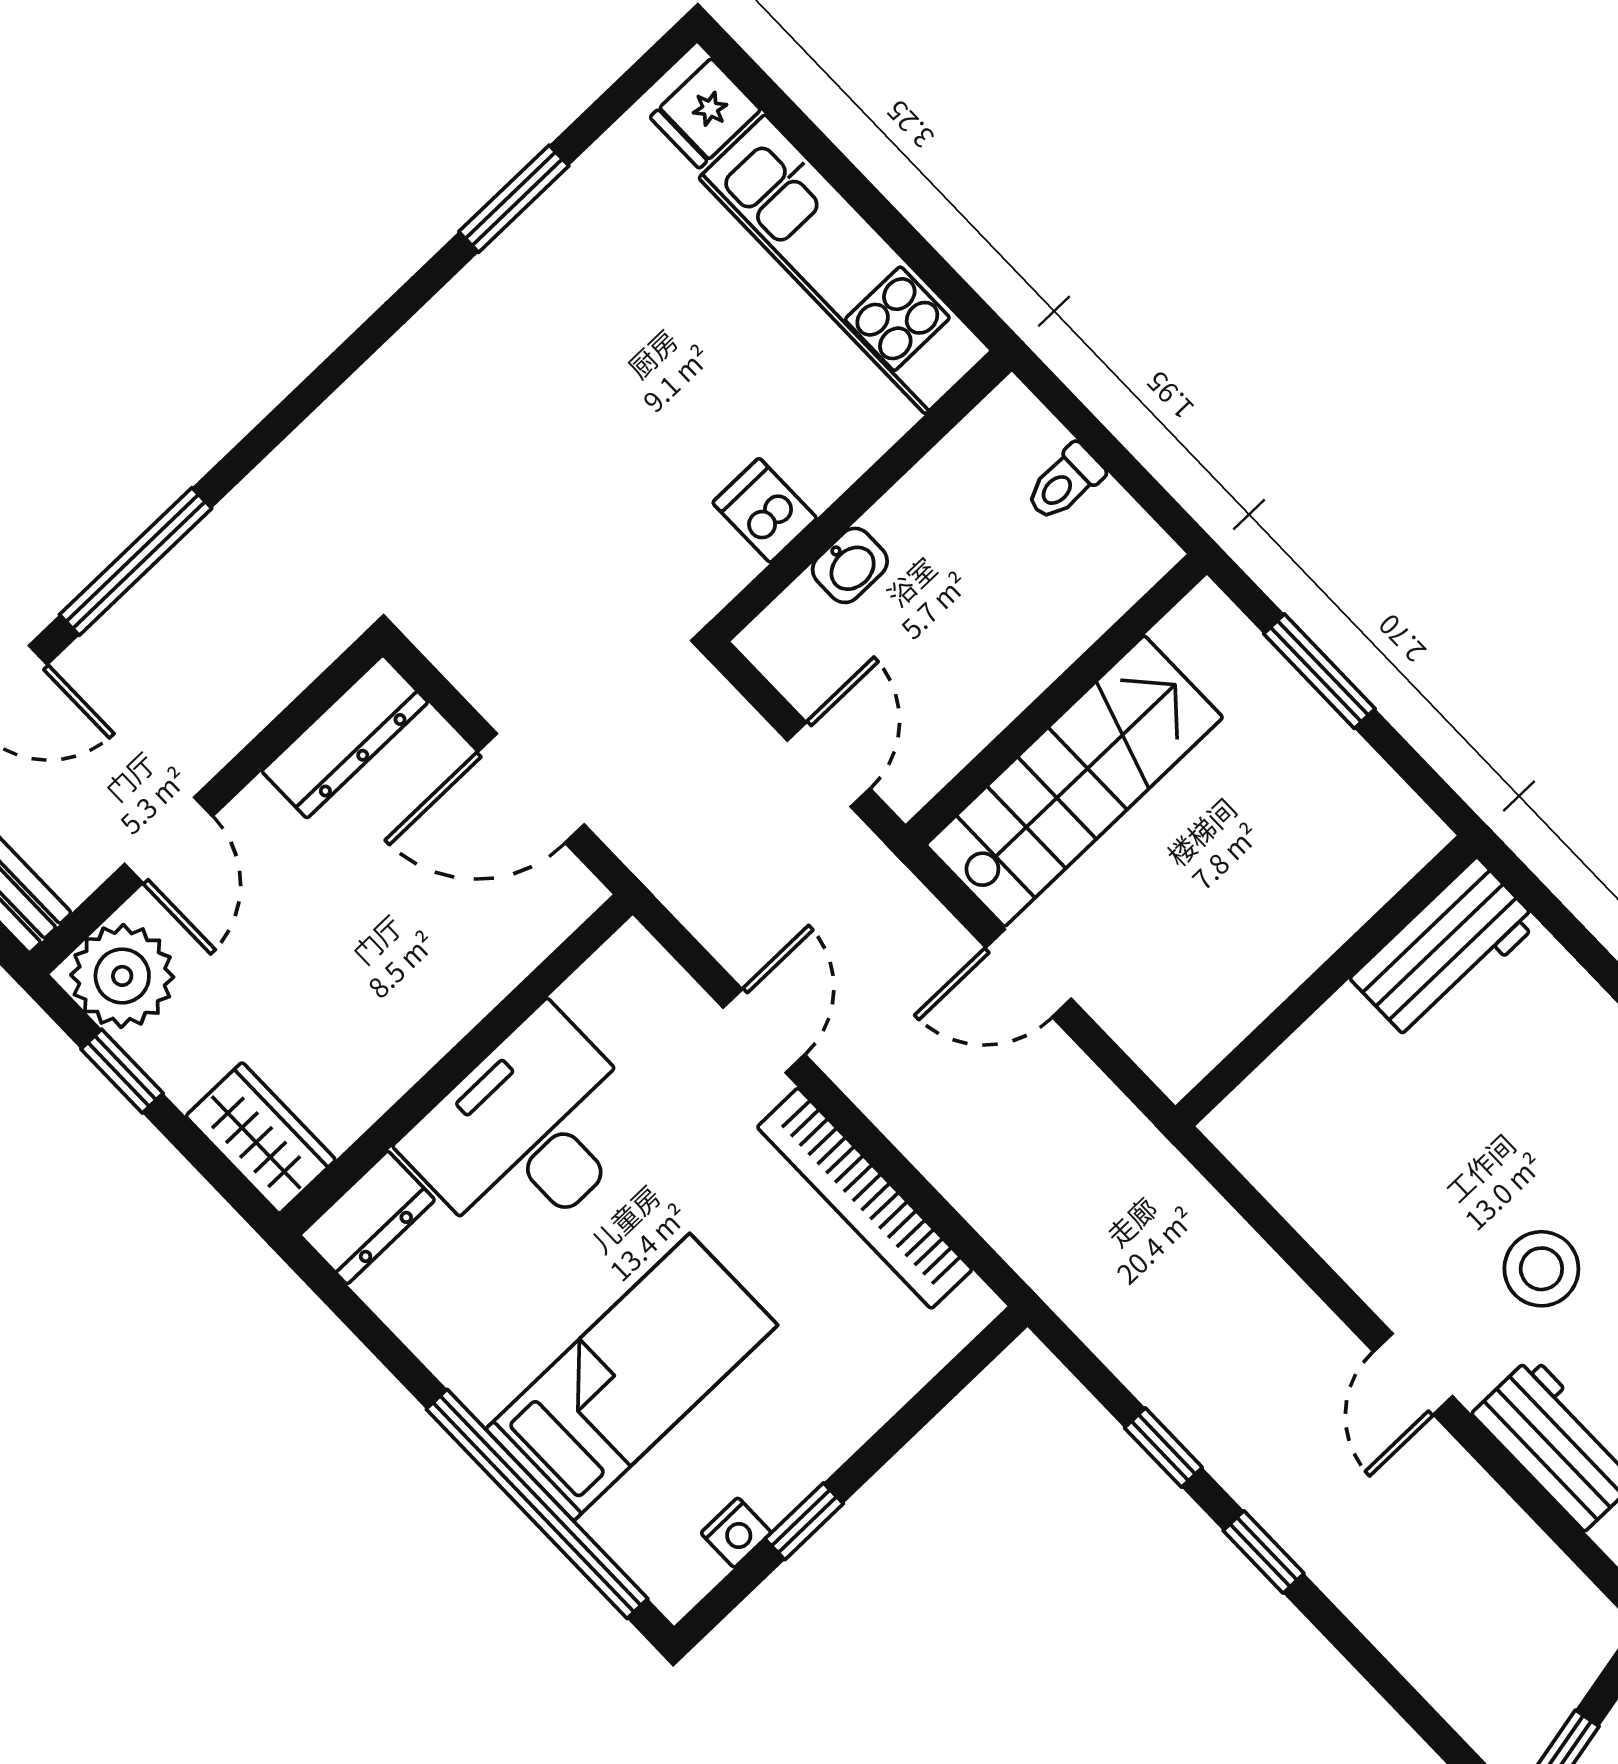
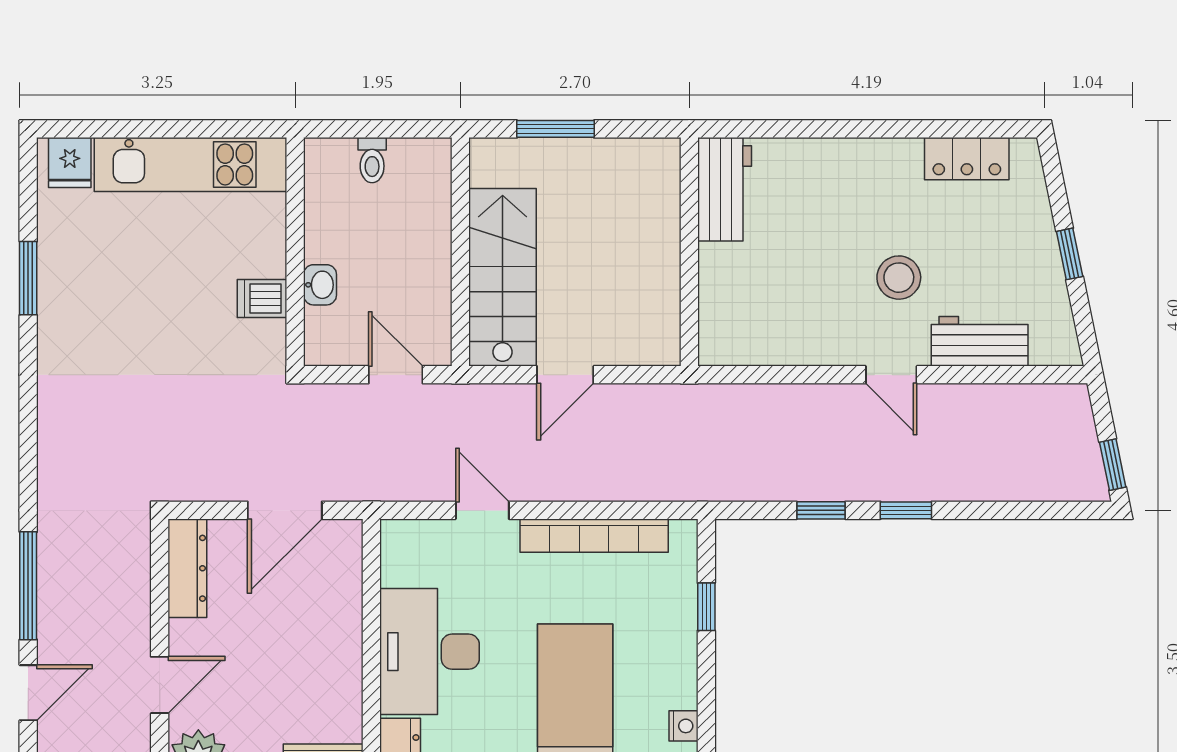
door: (169, 840) -> (160, 685), hinge flipped
window: (804, 1521) -> (706, 607), moved

